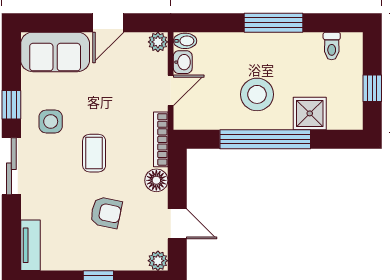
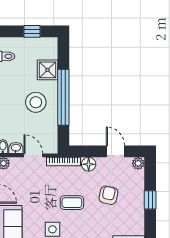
door: (177, 224) -> (115, 151), hinge flipped

